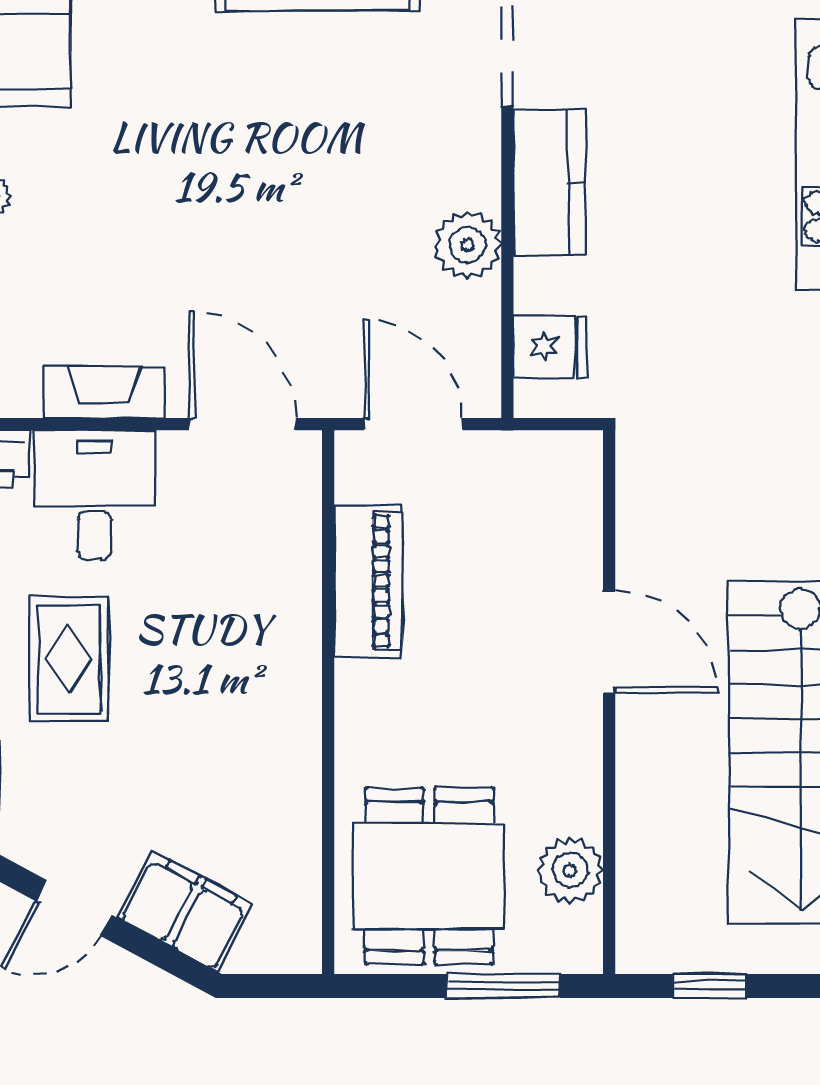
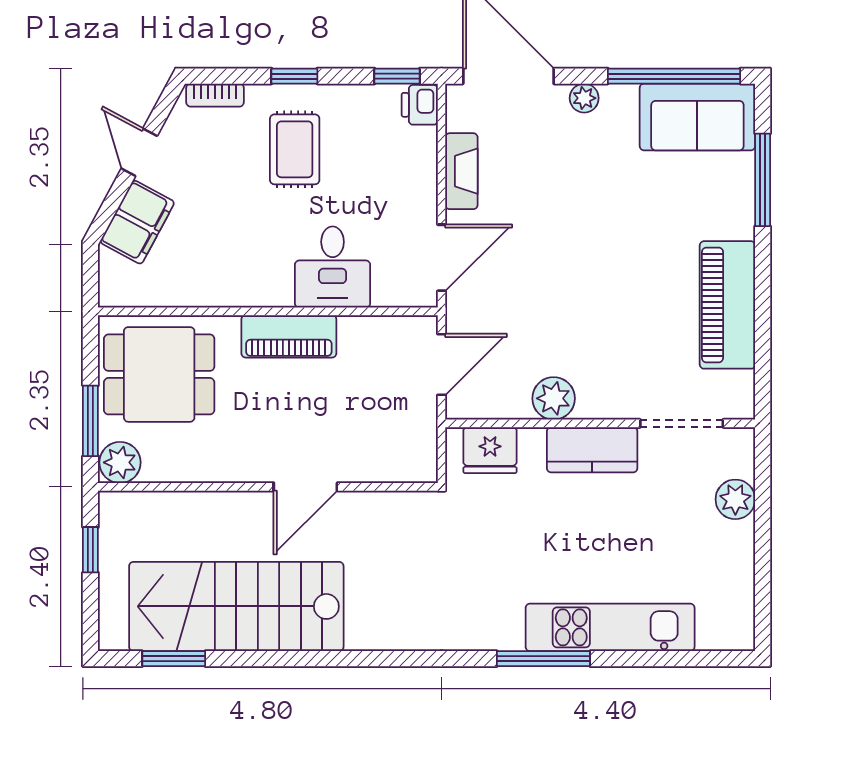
fridge: (550, 347) -> (490, 450), width x1.38
desk: (95, 495) -> (333, 267), moved, turned 90
piano: (368, 581) -> (289, 336), moved
rug: (69, 659) -> (295, 149), turned 90
plant: (570, 870) -> (120, 462), moved

